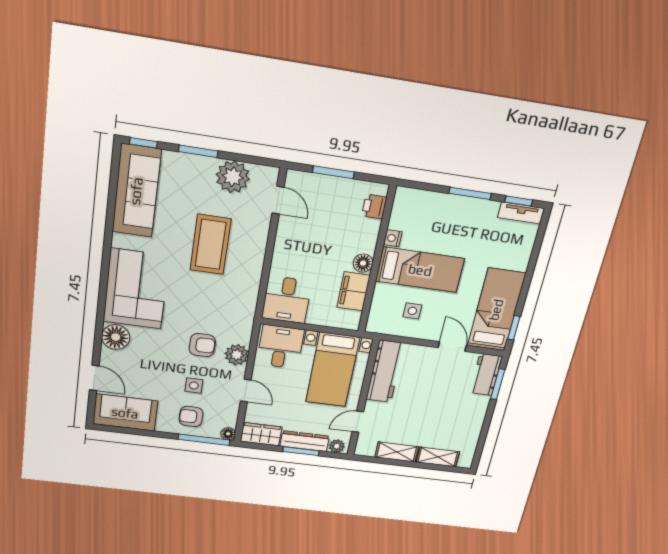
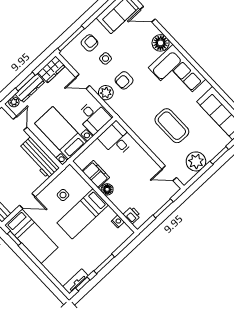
nightstand: (393, 238) -> (118, 222), moved
floor lamp: (228, 434) -> (65, 53), removed

